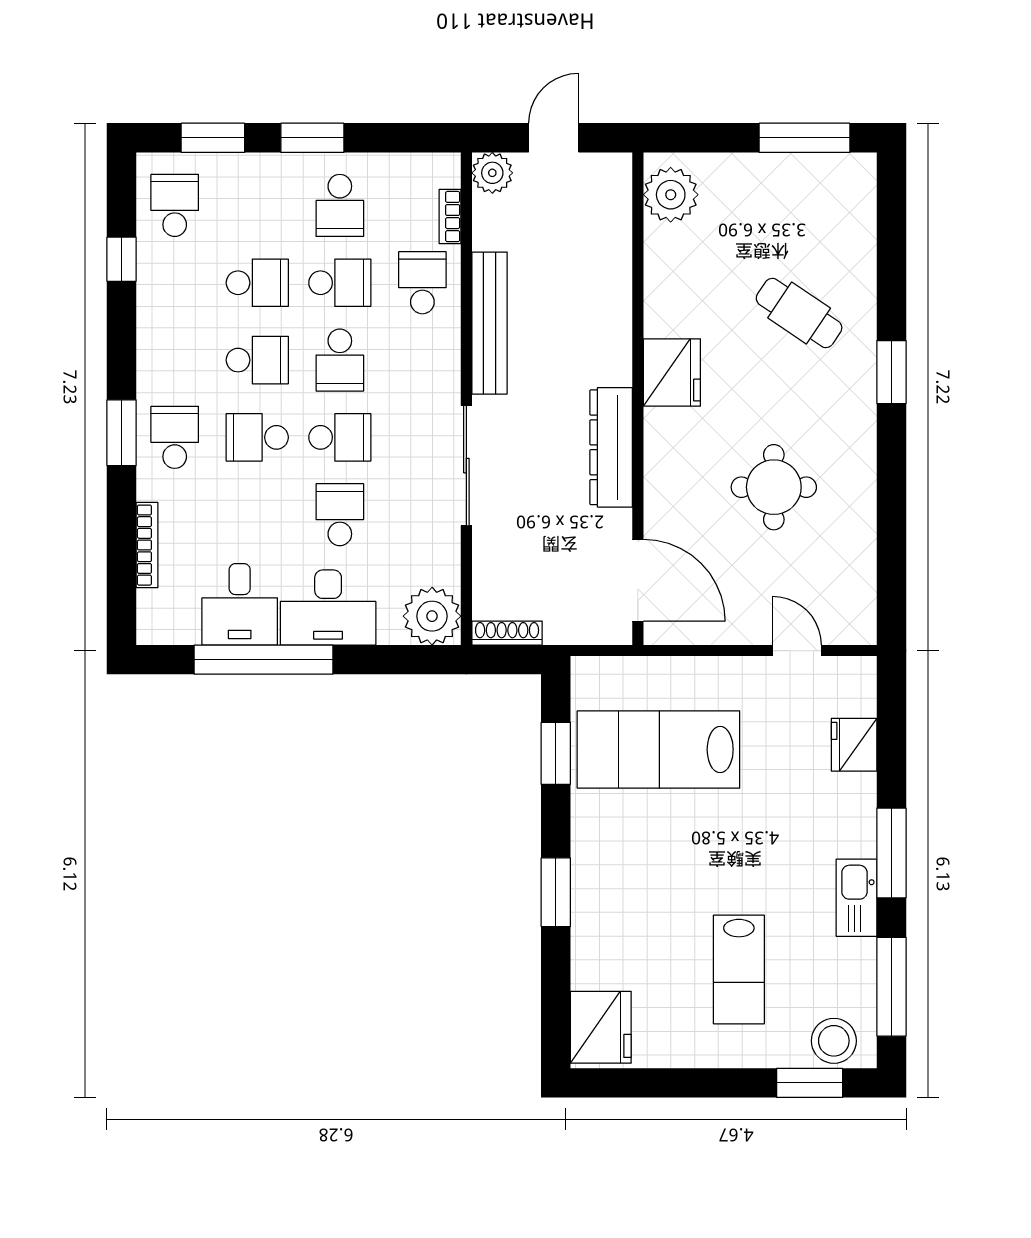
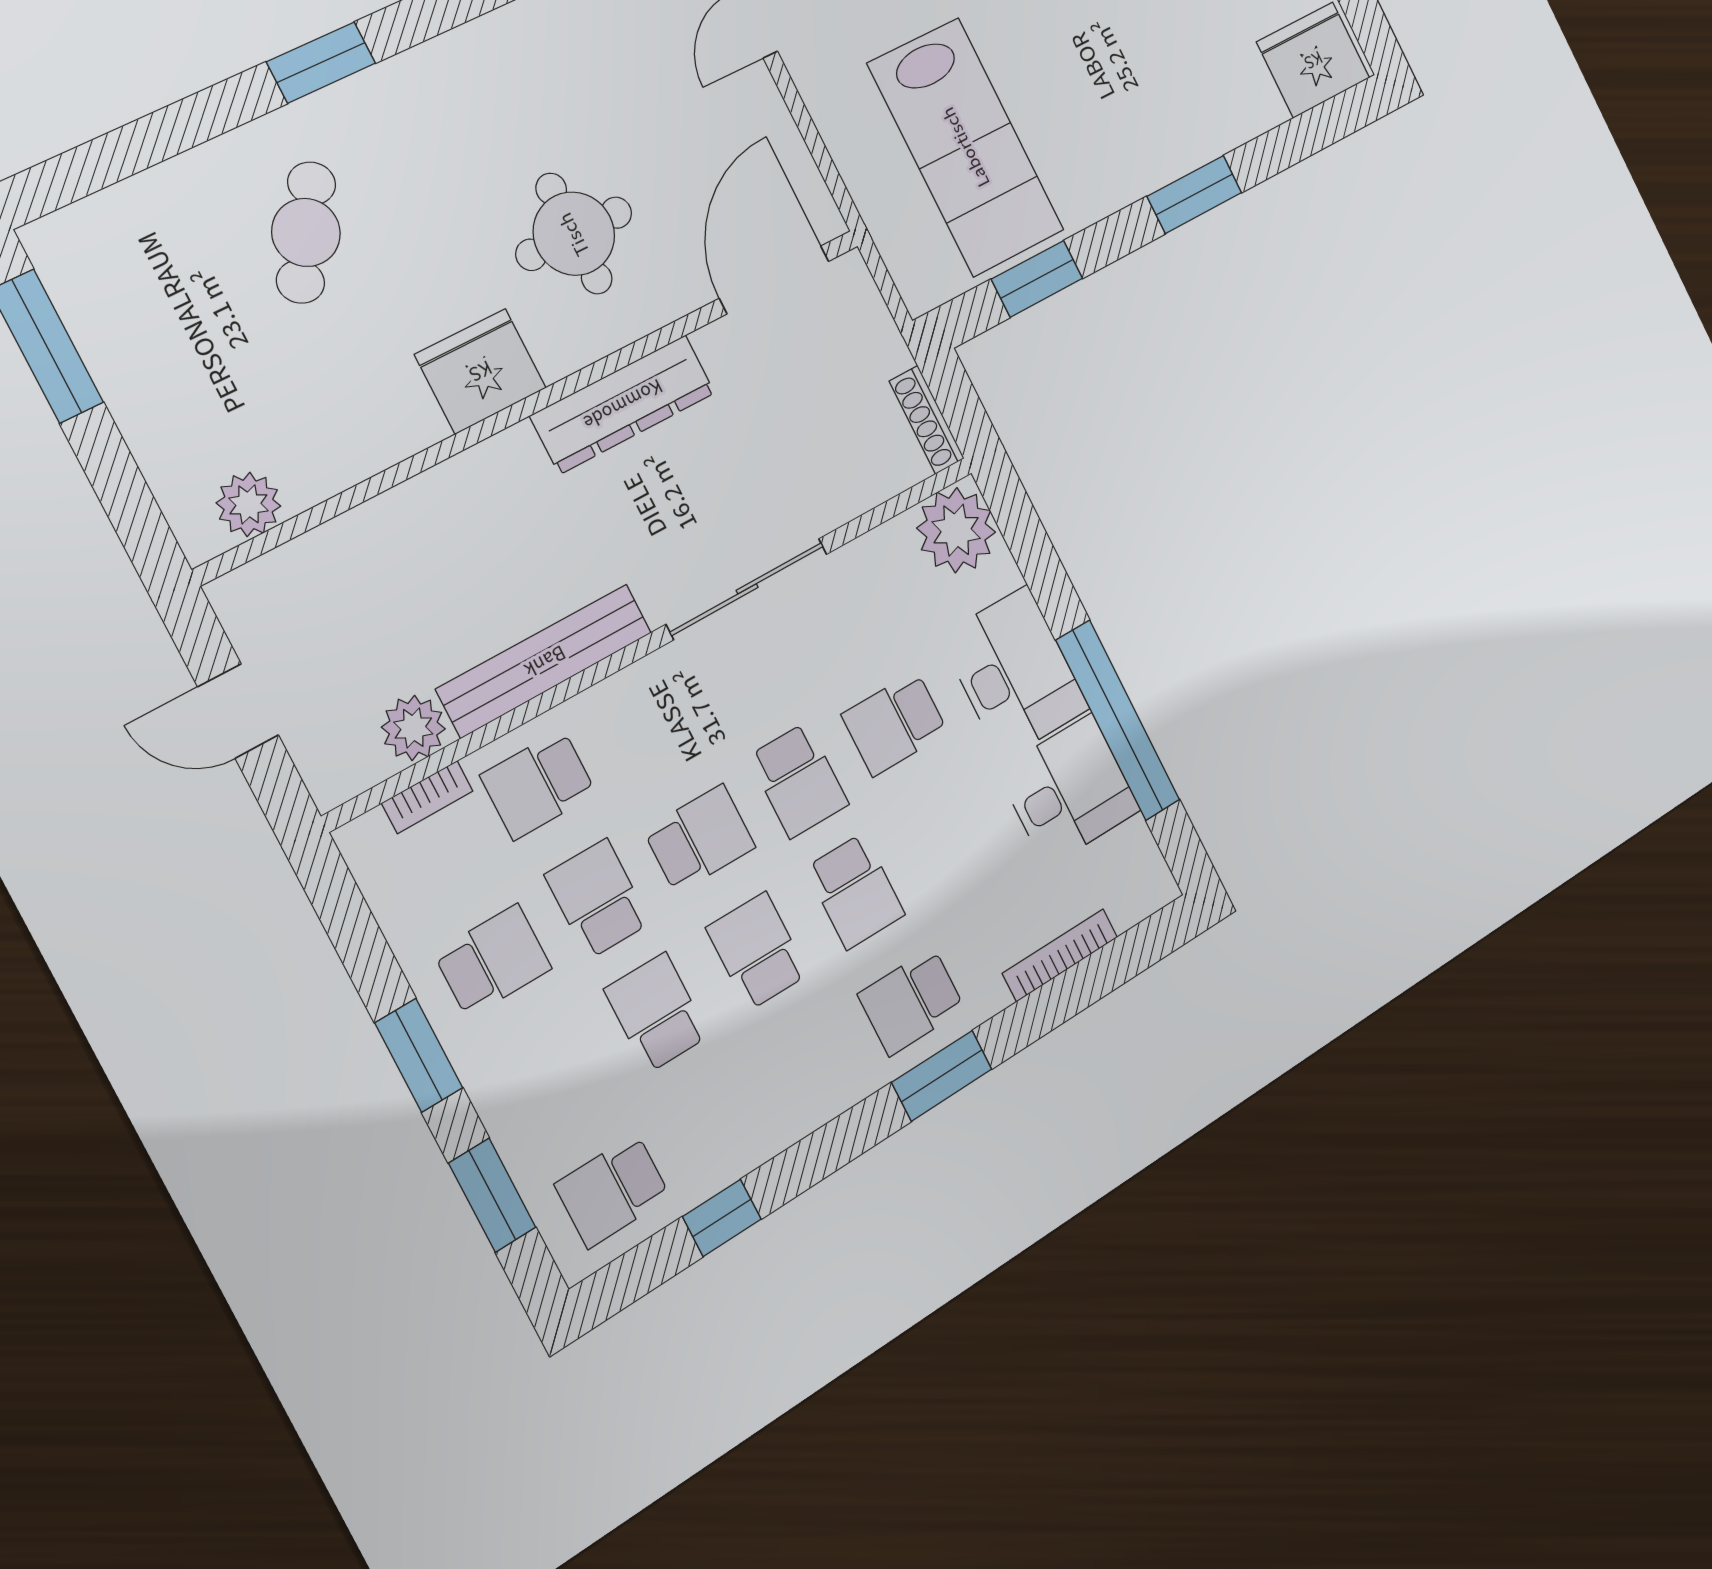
plant: (492, 173) -> (413, 728), moved
plant: (671, 195) -> (248, 504), width x0.73, depth x0.73
school desk: (340, 437) -> (799, 780), turned 180
round table: (774, 487) -> (574, 234), moved

